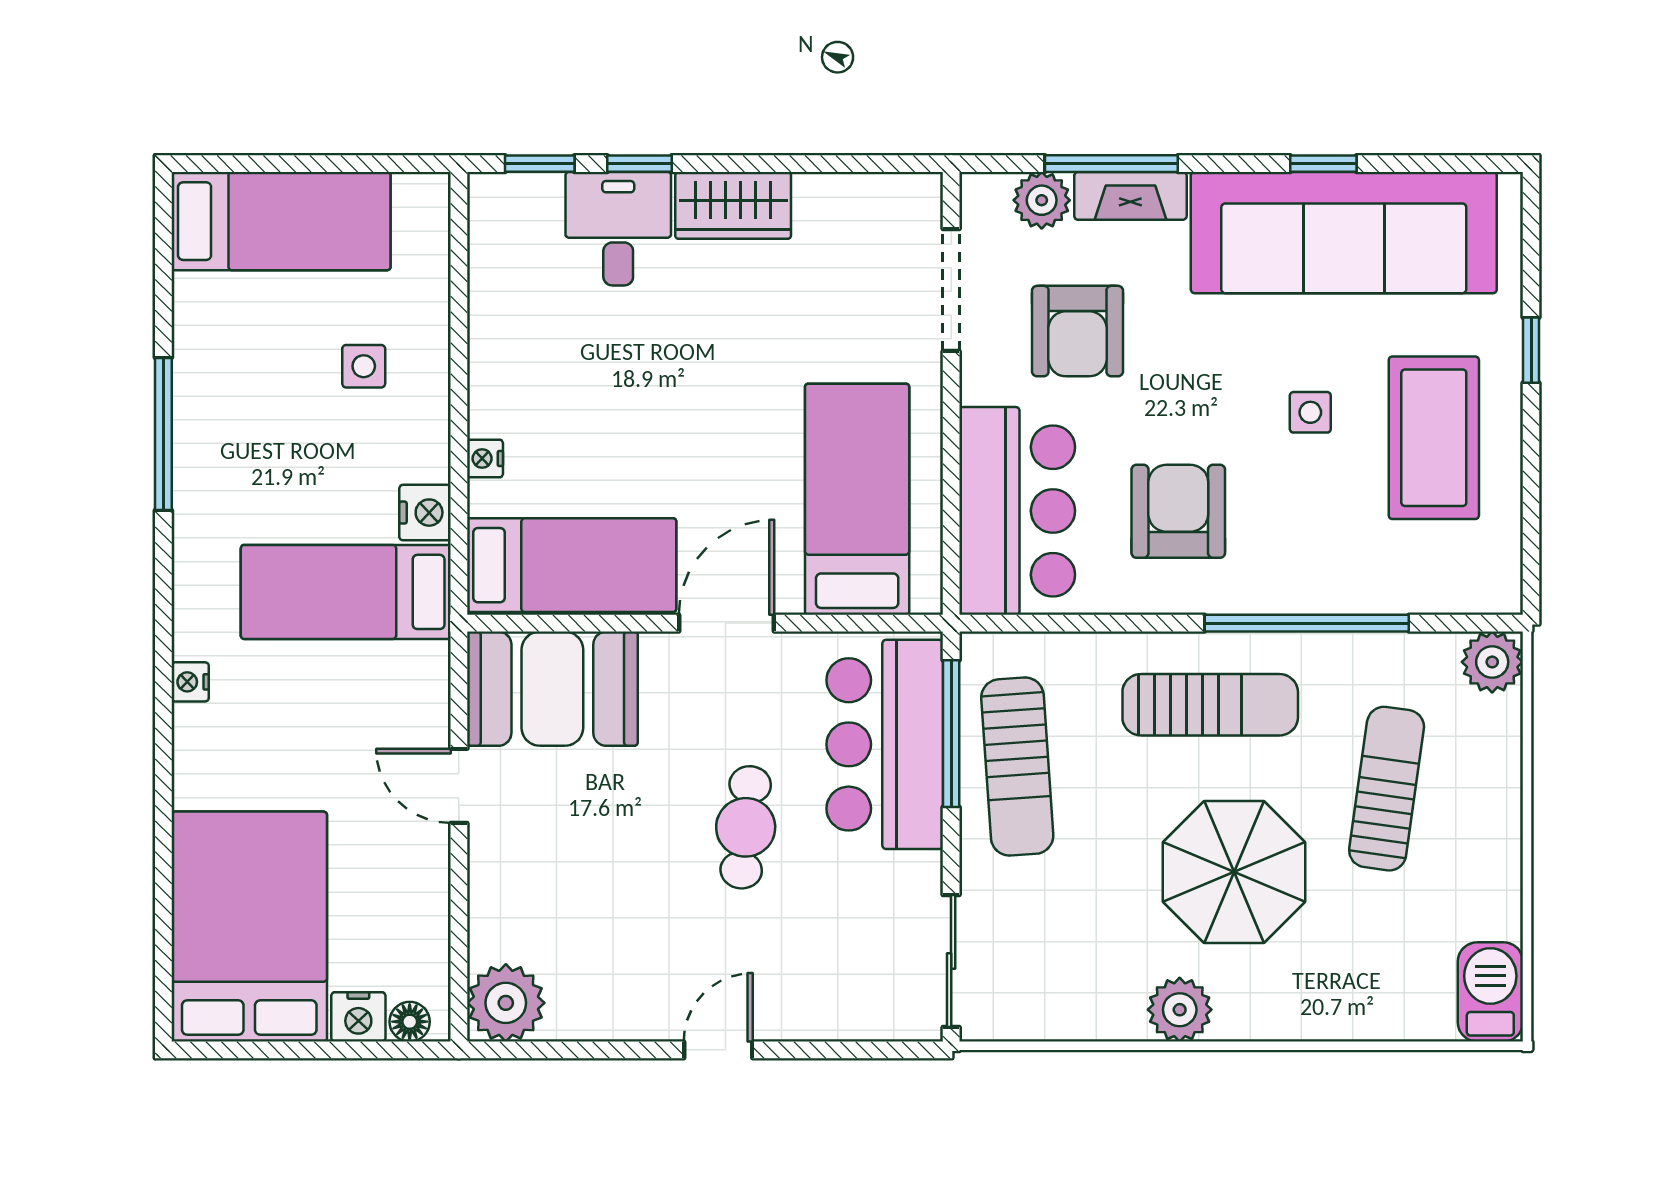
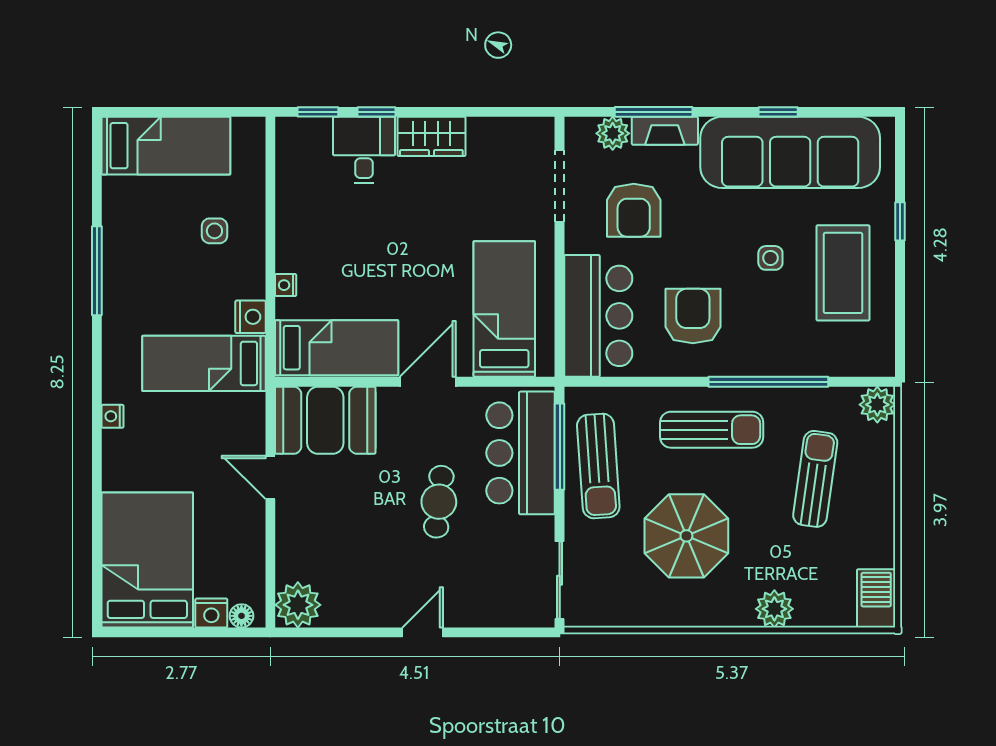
parasol: (1234, 872) -> (686, 536), moved
plant: (1180, 1010) -> (774, 609), moved

